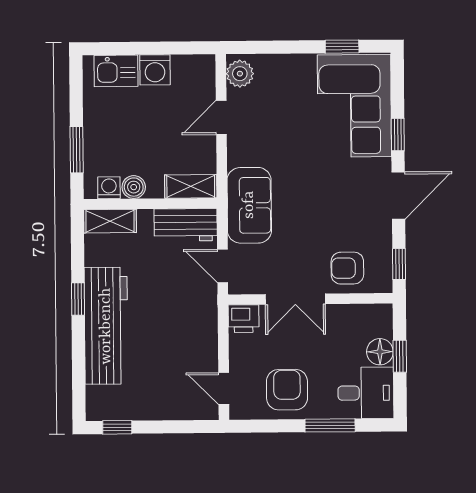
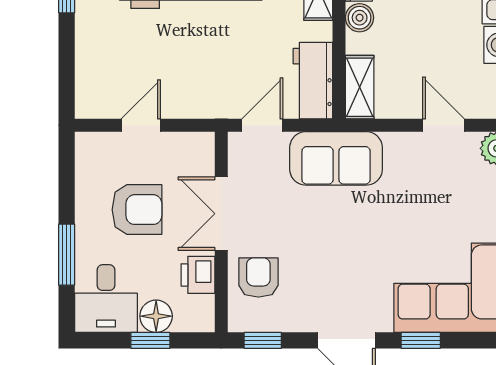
printer: (244, 319) -> (198, 275), moved
door: (224, 389) -> (141, 125), moved
armchair: (287, 390) -> (137, 210), moved

